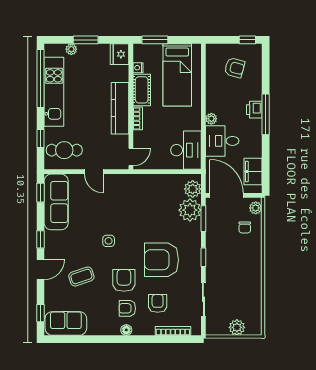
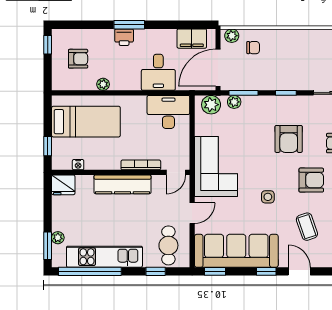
window: (86, 40) -> (48, 246), moved
window: (155, 40) -> (48, 146), width x0.67
armchair: (235, 68) -> (78, 59), turned 75
cot: (142, 90) -> (102, 161), removed
window: (266, 114) -> (129, 25), width x0.69
bookcase: (138, 118) -> (141, 165), width x1.56
plant: (211, 119) -> (103, 84), moved
door: (131, 157) -> (176, 172), swing flipped
corner sofa: (136, 194) -> (216, 166), added
sofa: (56, 202) -> (236, 251), width x1.36, depth x1.27
plant: (190, 210) -> (234, 102), width x0.53, depth x0.53
armchair: (161, 260) -> (289, 139), width x0.73, depth x0.73
armchair: (124, 280) -> (311, 180), turned 180

